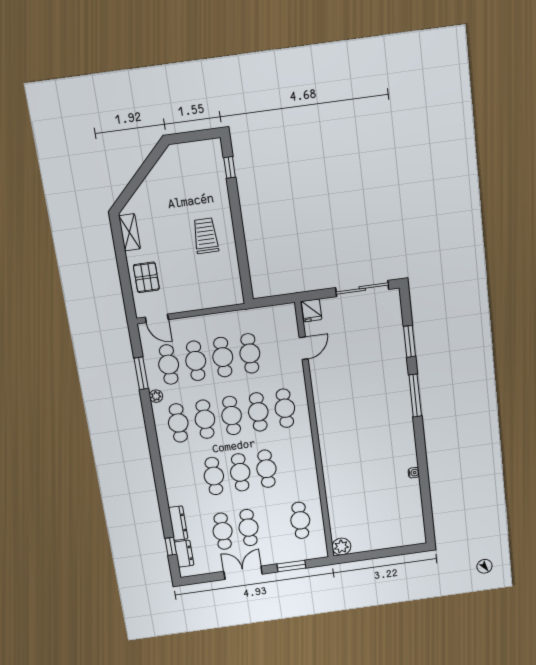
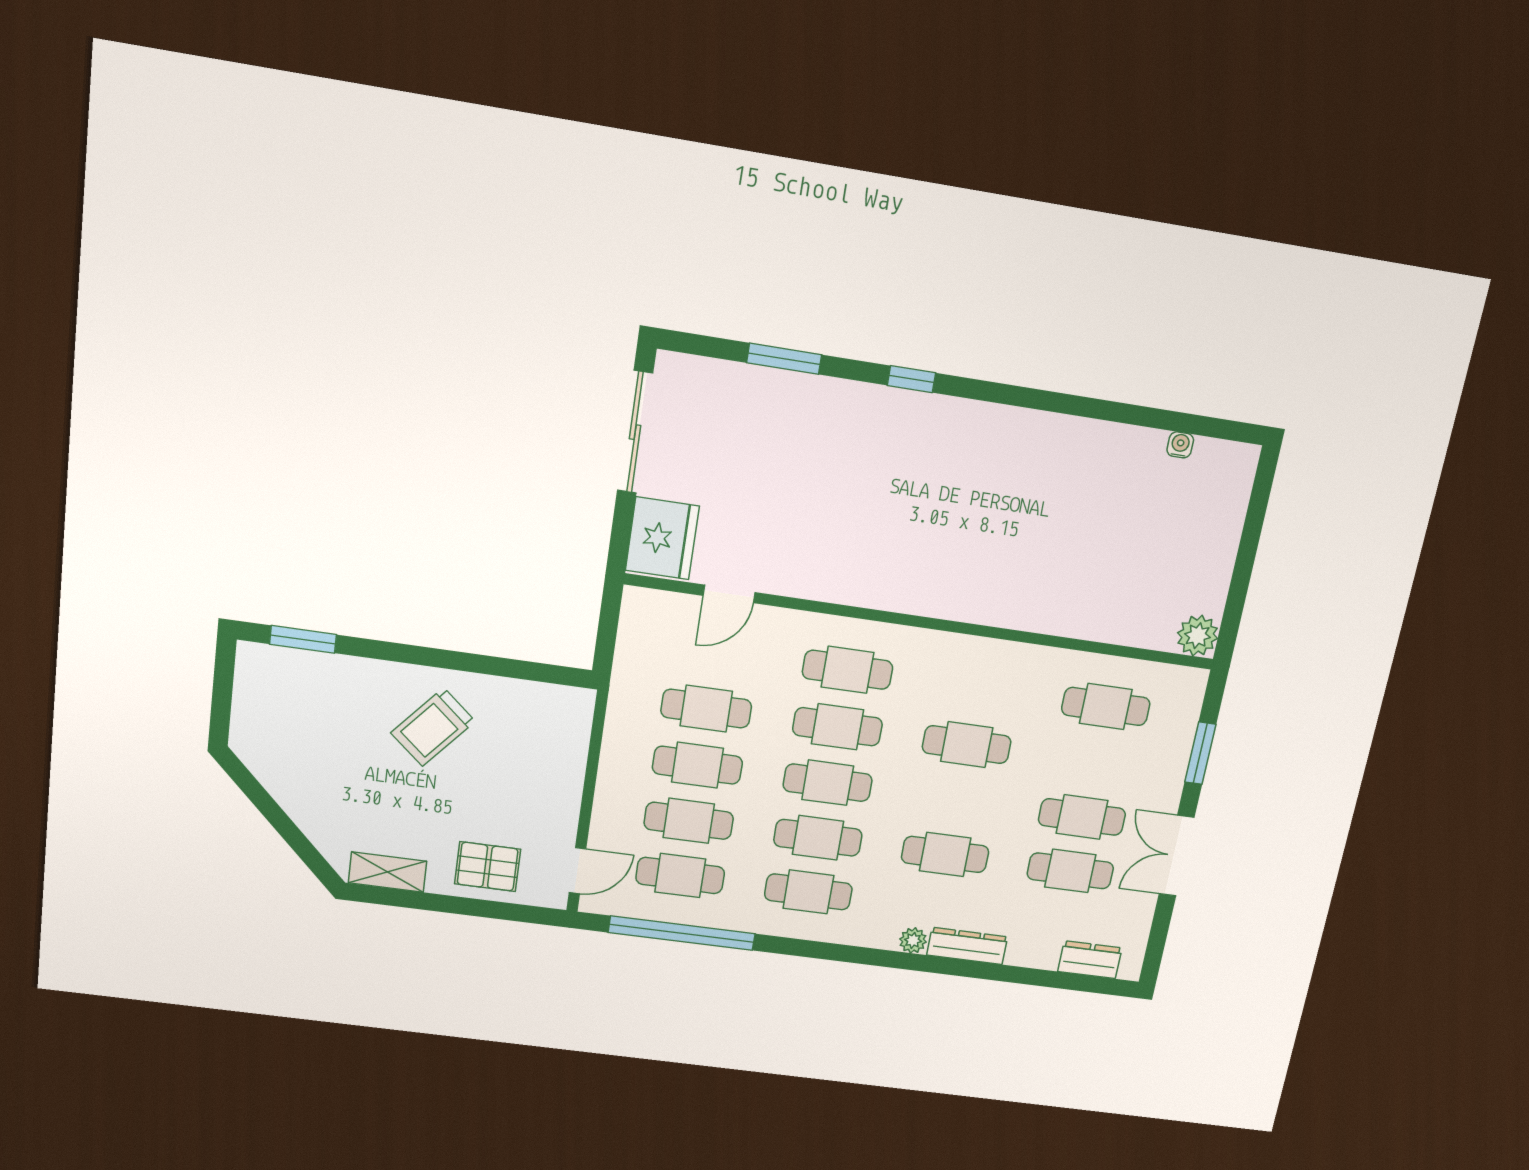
window: (230, 167) -> (303, 639), width x1.50
trolley: (206, 236) -> (433, 727), turned -49
fridge: (312, 310) -> (662, 538), width x1.88, depth x1.34
door: (304, 348) -> (729, 594), swing flipped
window: (141, 373) -> (682, 933), width x2.11
plant: (156, 396) -> (913, 940), moved
window: (415, 396) -> (911, 379), width x0.46
cafe table: (240, 472) -> (956, 800), removed
water cooler: (414, 473) -> (1180, 445), moved
dresser: (178, 523) -> (967, 946), moved
window: (171, 546) -> (1065, 981), removed

